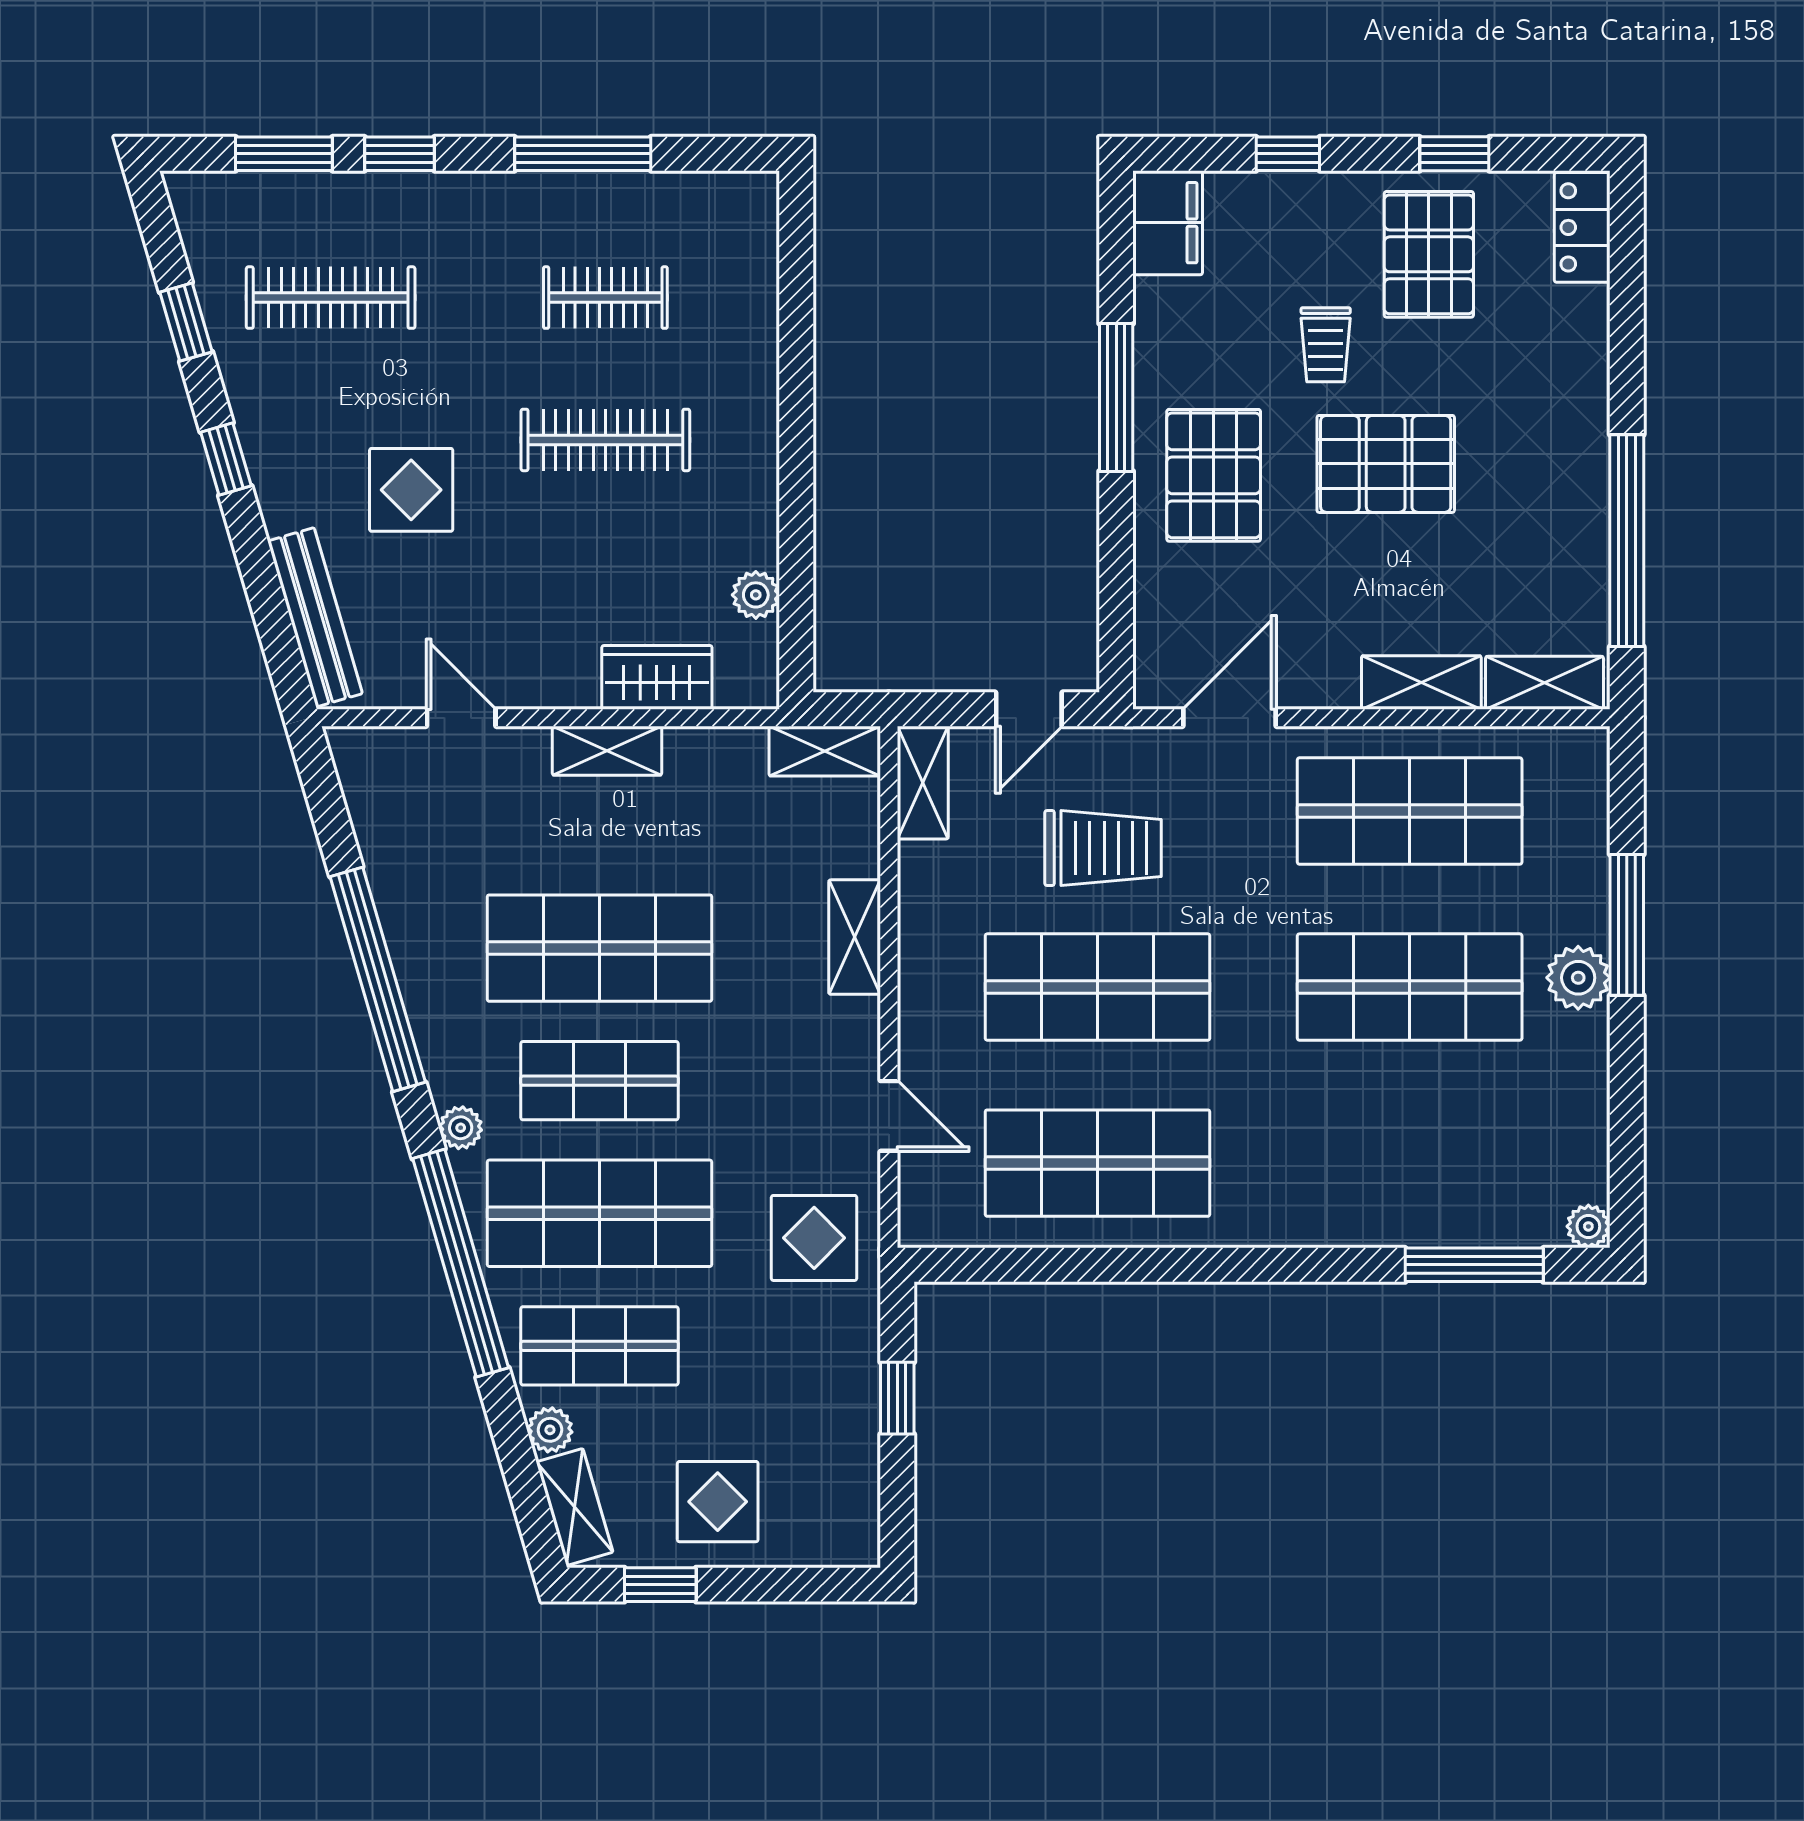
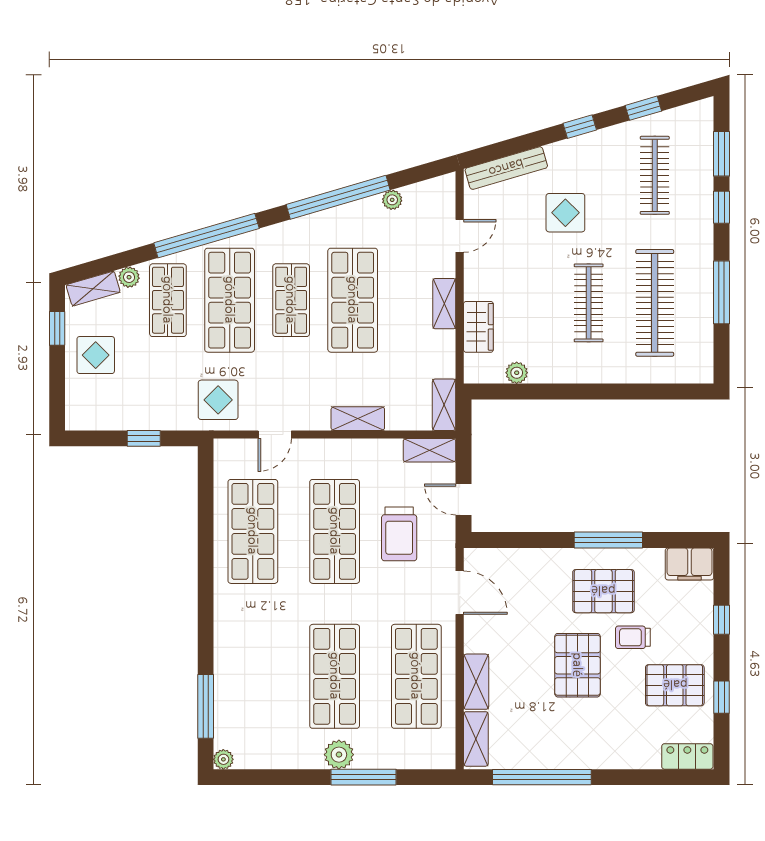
clothes rail: (605, 298) -> (655, 303), width x1.86, depth x1.31
pallet: (1214, 475) -> (603, 591), moved
plant: (461, 1128) -> (392, 200), moved

